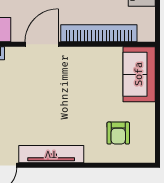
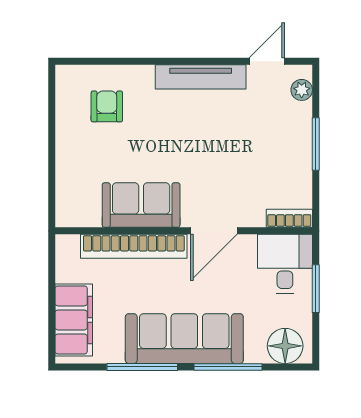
sofa: (139, 74) -> (141, 205), moved, turned -90

